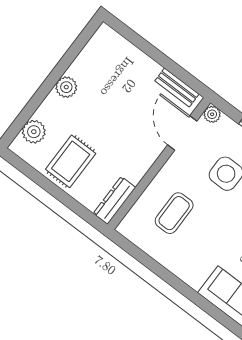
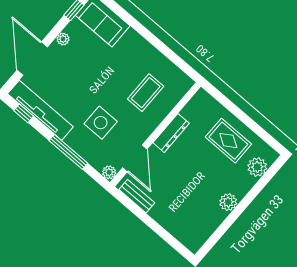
rug: (71, 161) -> (228, 141), turned 90
dresser: (114, 200) -> (171, 133), moved

